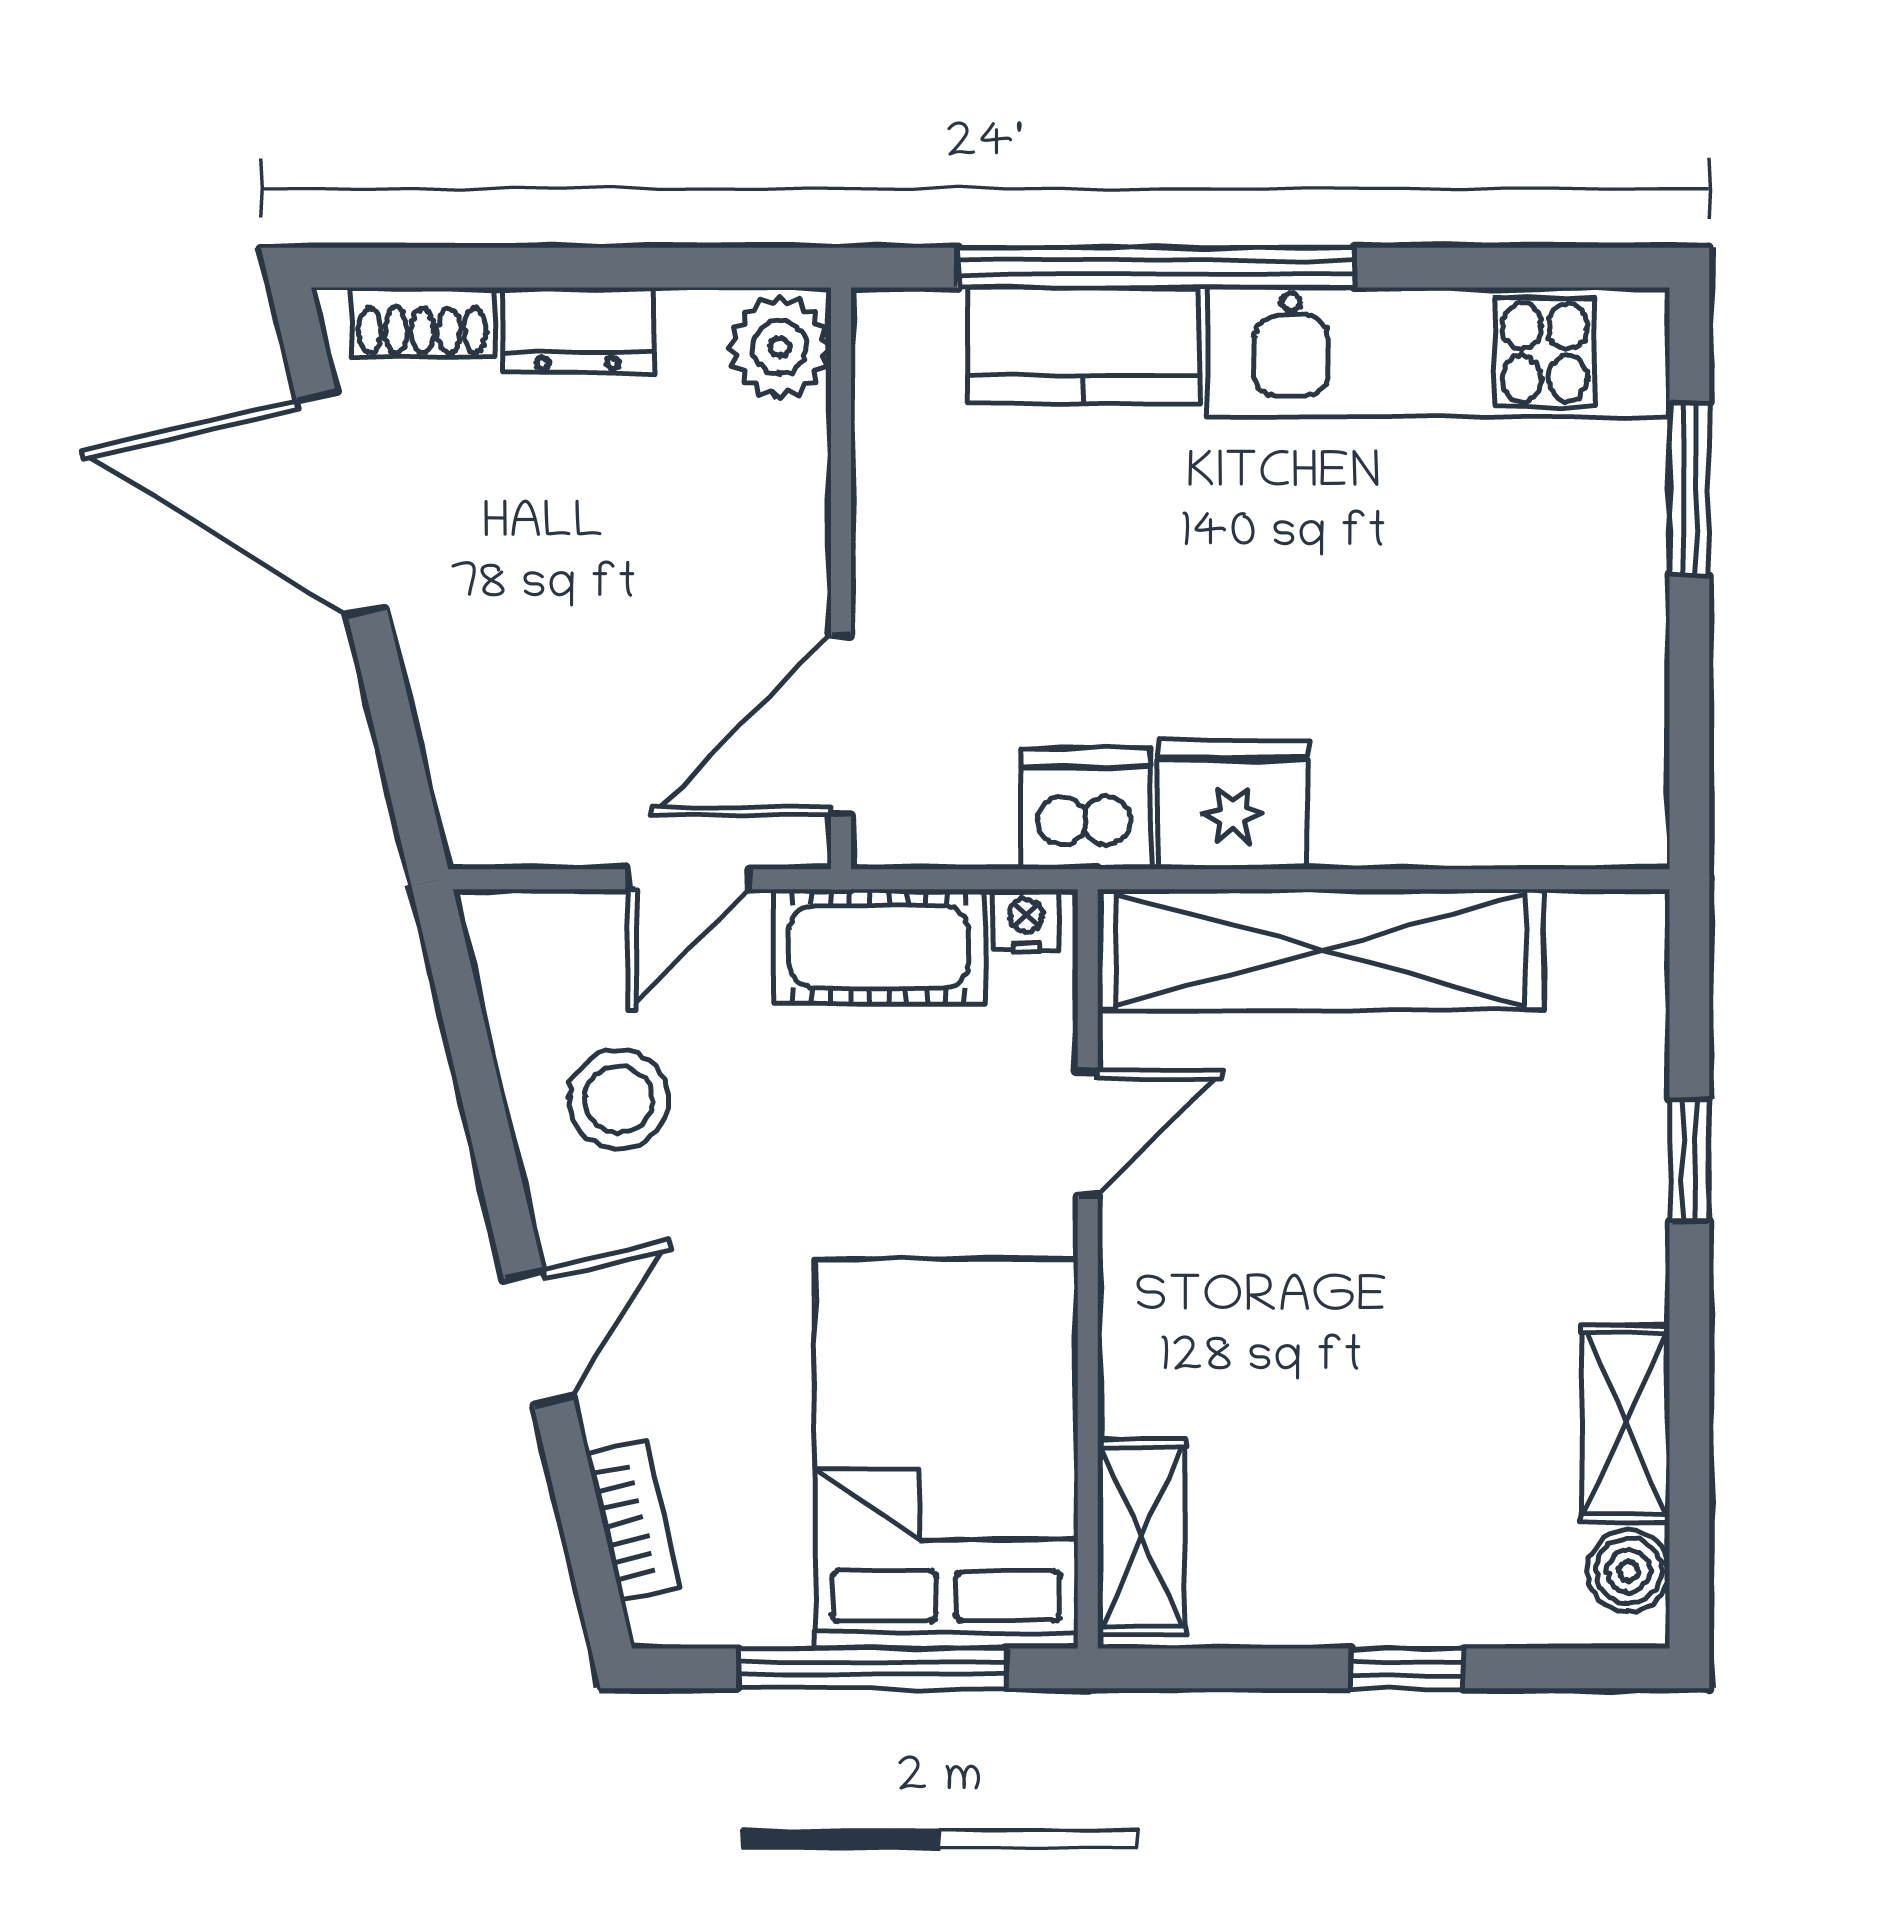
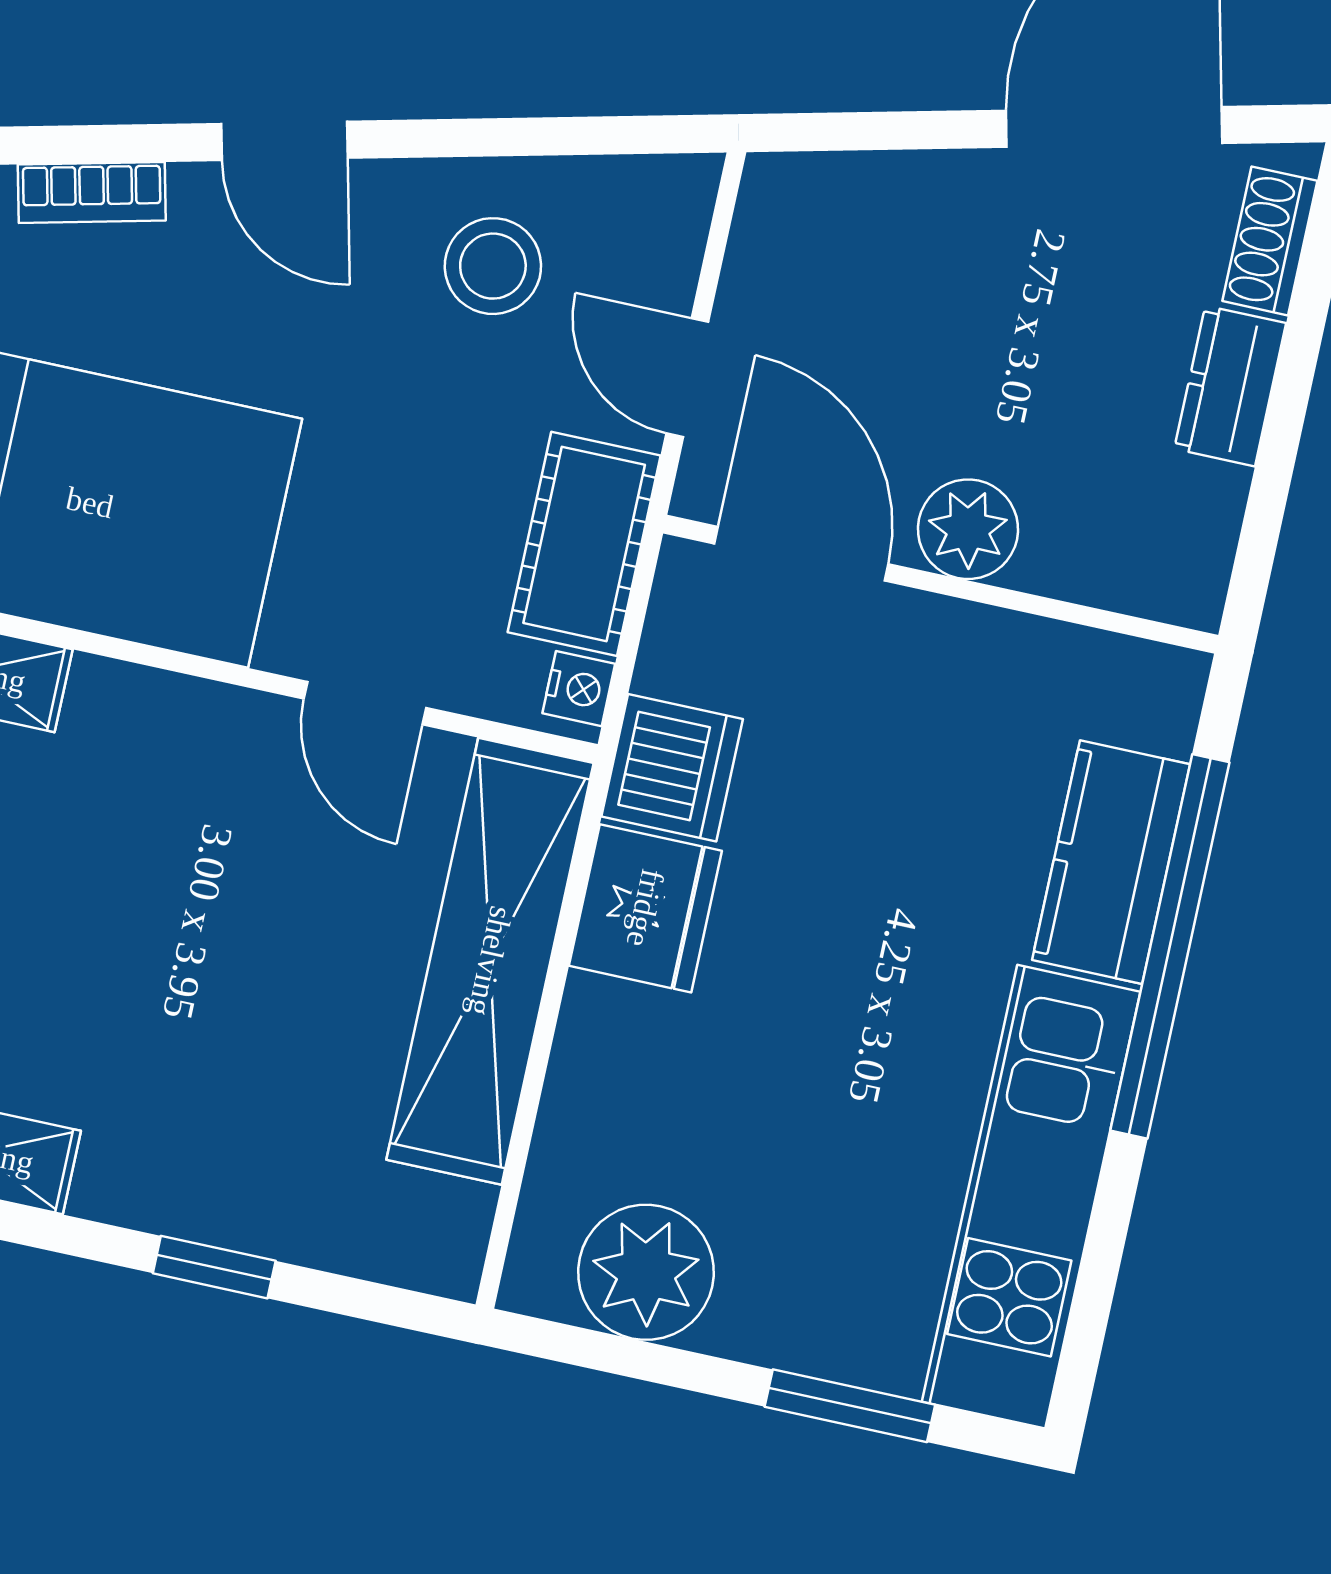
plant: (780, 347) -> (968, 529), moved
plant: (1600, 724) -> (646, 1272), added

